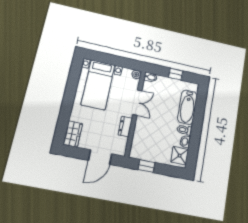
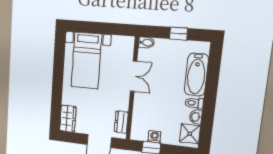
plant: (136, 75) -> (129, 42), removed
dresser: (125, 126) -> (121, 122), moved
washing machine: (150, 156) -> (154, 137), added

